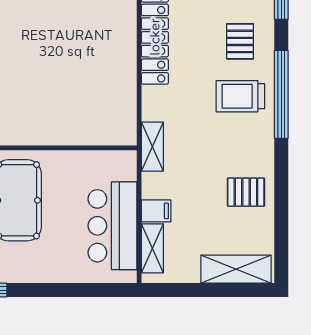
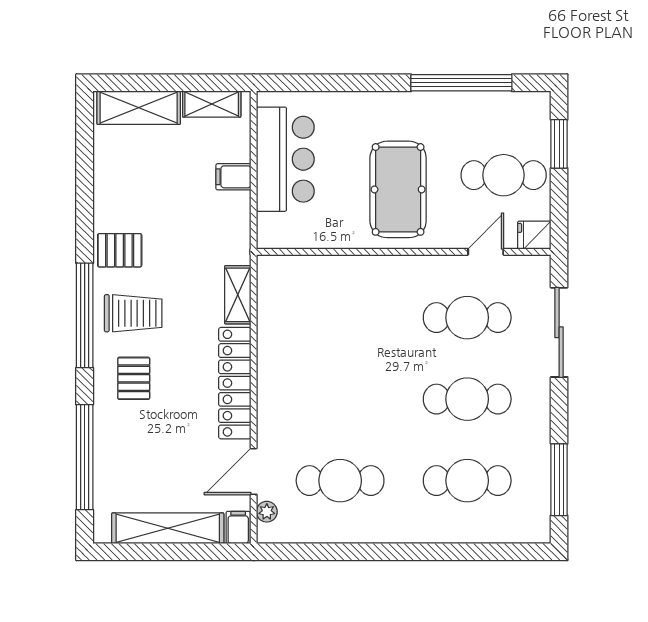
shelving: (152, 147) -> (238, 295), moved
pallet: (246, 192) -> (120, 250), moved
shelving: (152, 248) -> (212, 104), moved, turned 90

